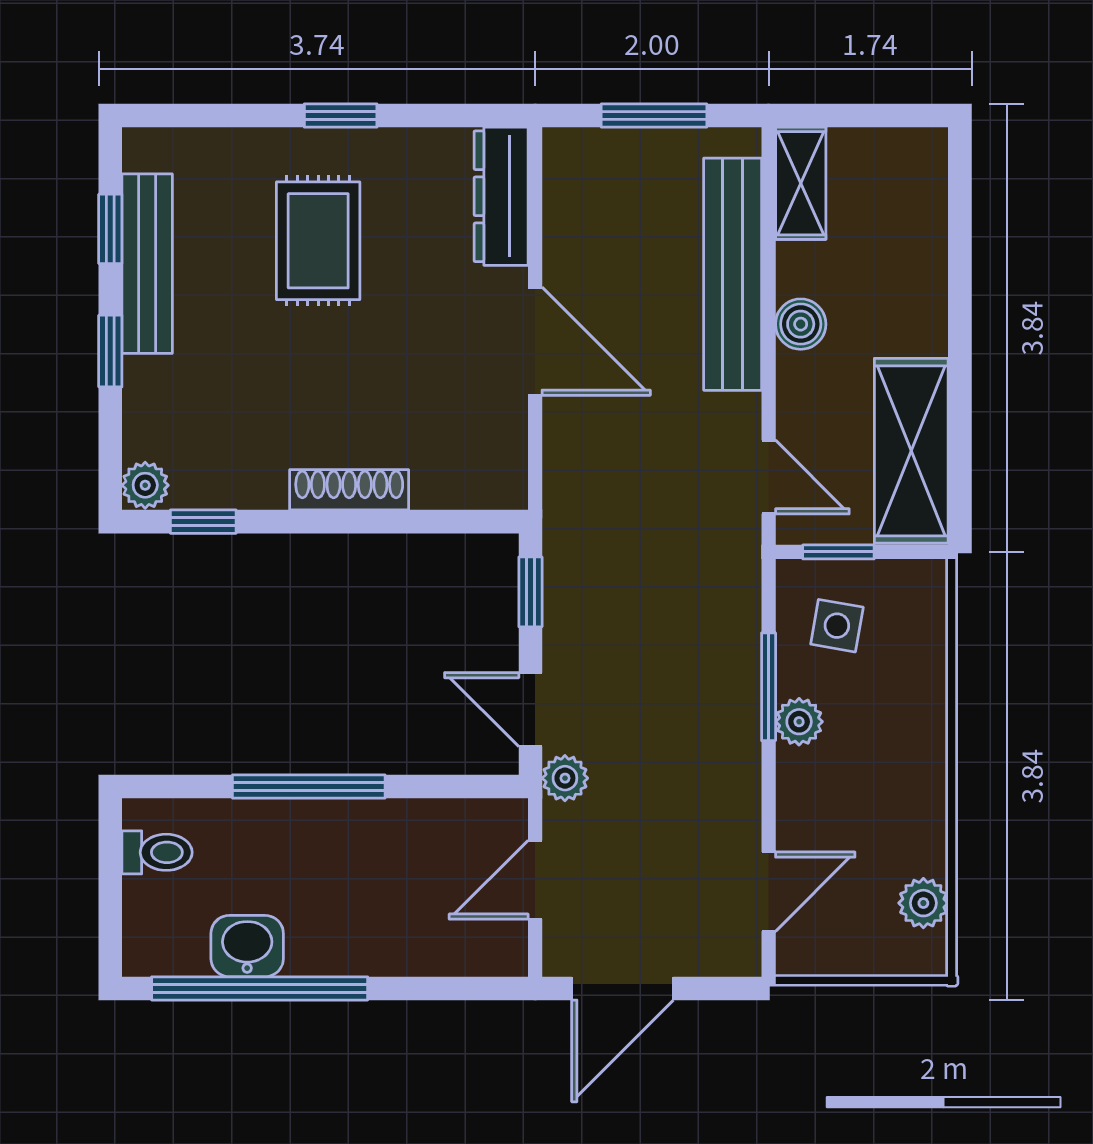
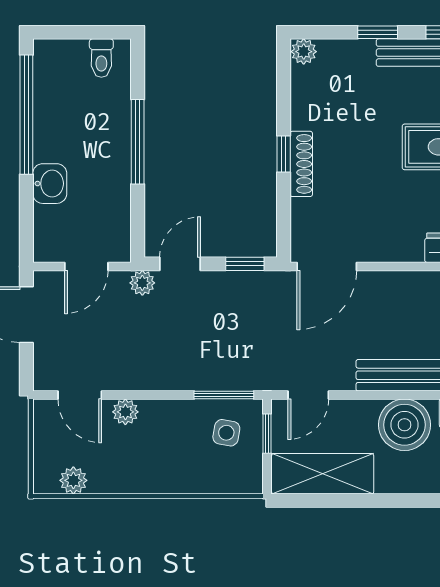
boiler: (801, 324) -> (404, 425), width x1.86, depth x1.86
door: (535, 341) -> (327, 266), moved
window: (203, 522) -> (284, 154), moved
window: (769, 687) -> (224, 395), moved
plant: (799, 722) -> (125, 412), moved
door: (535, 880) -> (86, 266), swing flipped
washbasin: (247, 946) -> (50, 184), moved

